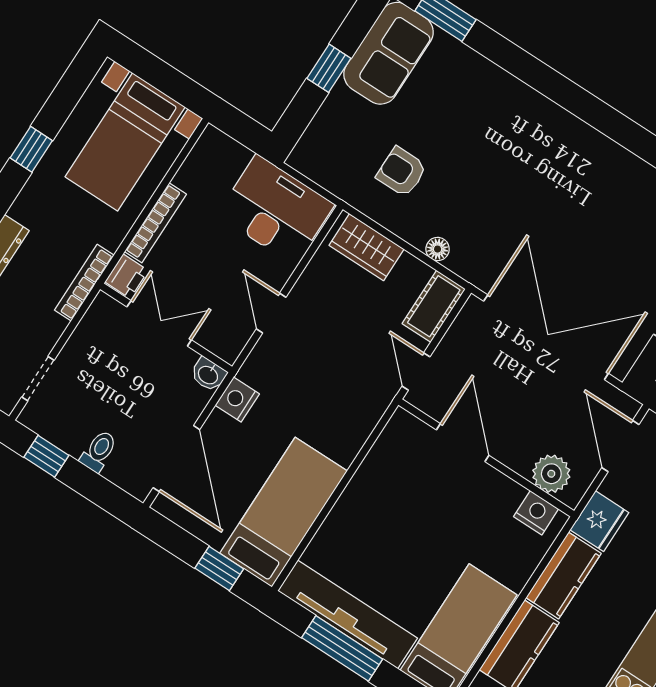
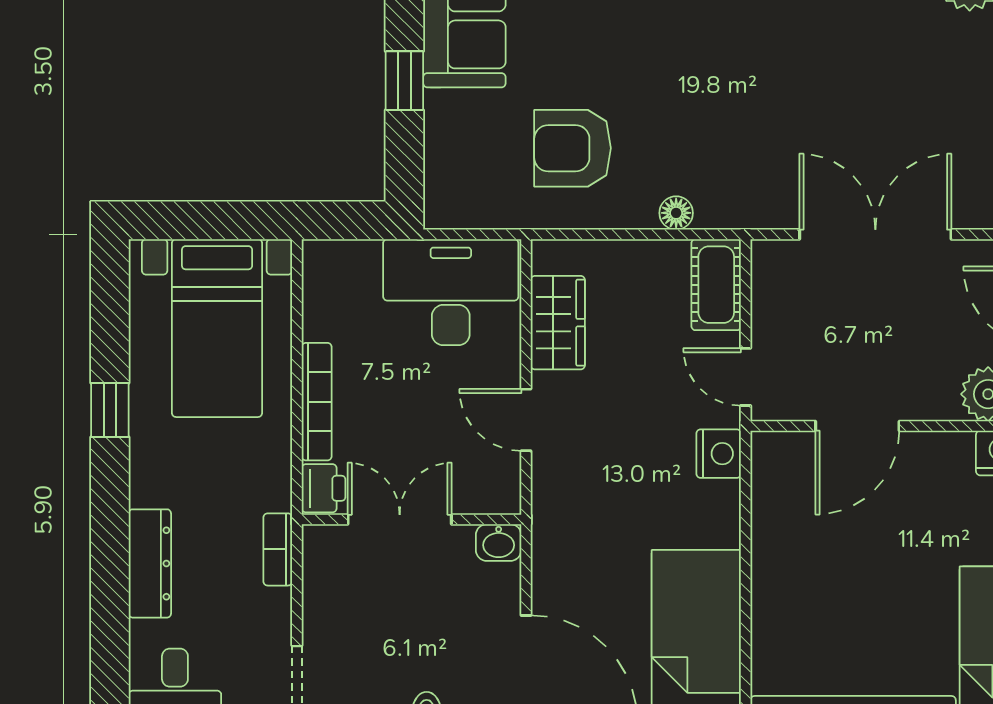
armchair: (402, 172) -> (573, 148), width x1.38, depth x1.38
wardrobe: (367, 247) -> (558, 323), moved, turned -90
bookcase: (84, 283) -> (278, 549), width x0.64
double door: (546, 337) -> (875, 234), width x0.73
nightstand: (237, 400) -> (719, 454), moved, turned 180
door: (463, 443) -> (857, 426), swing flipped

